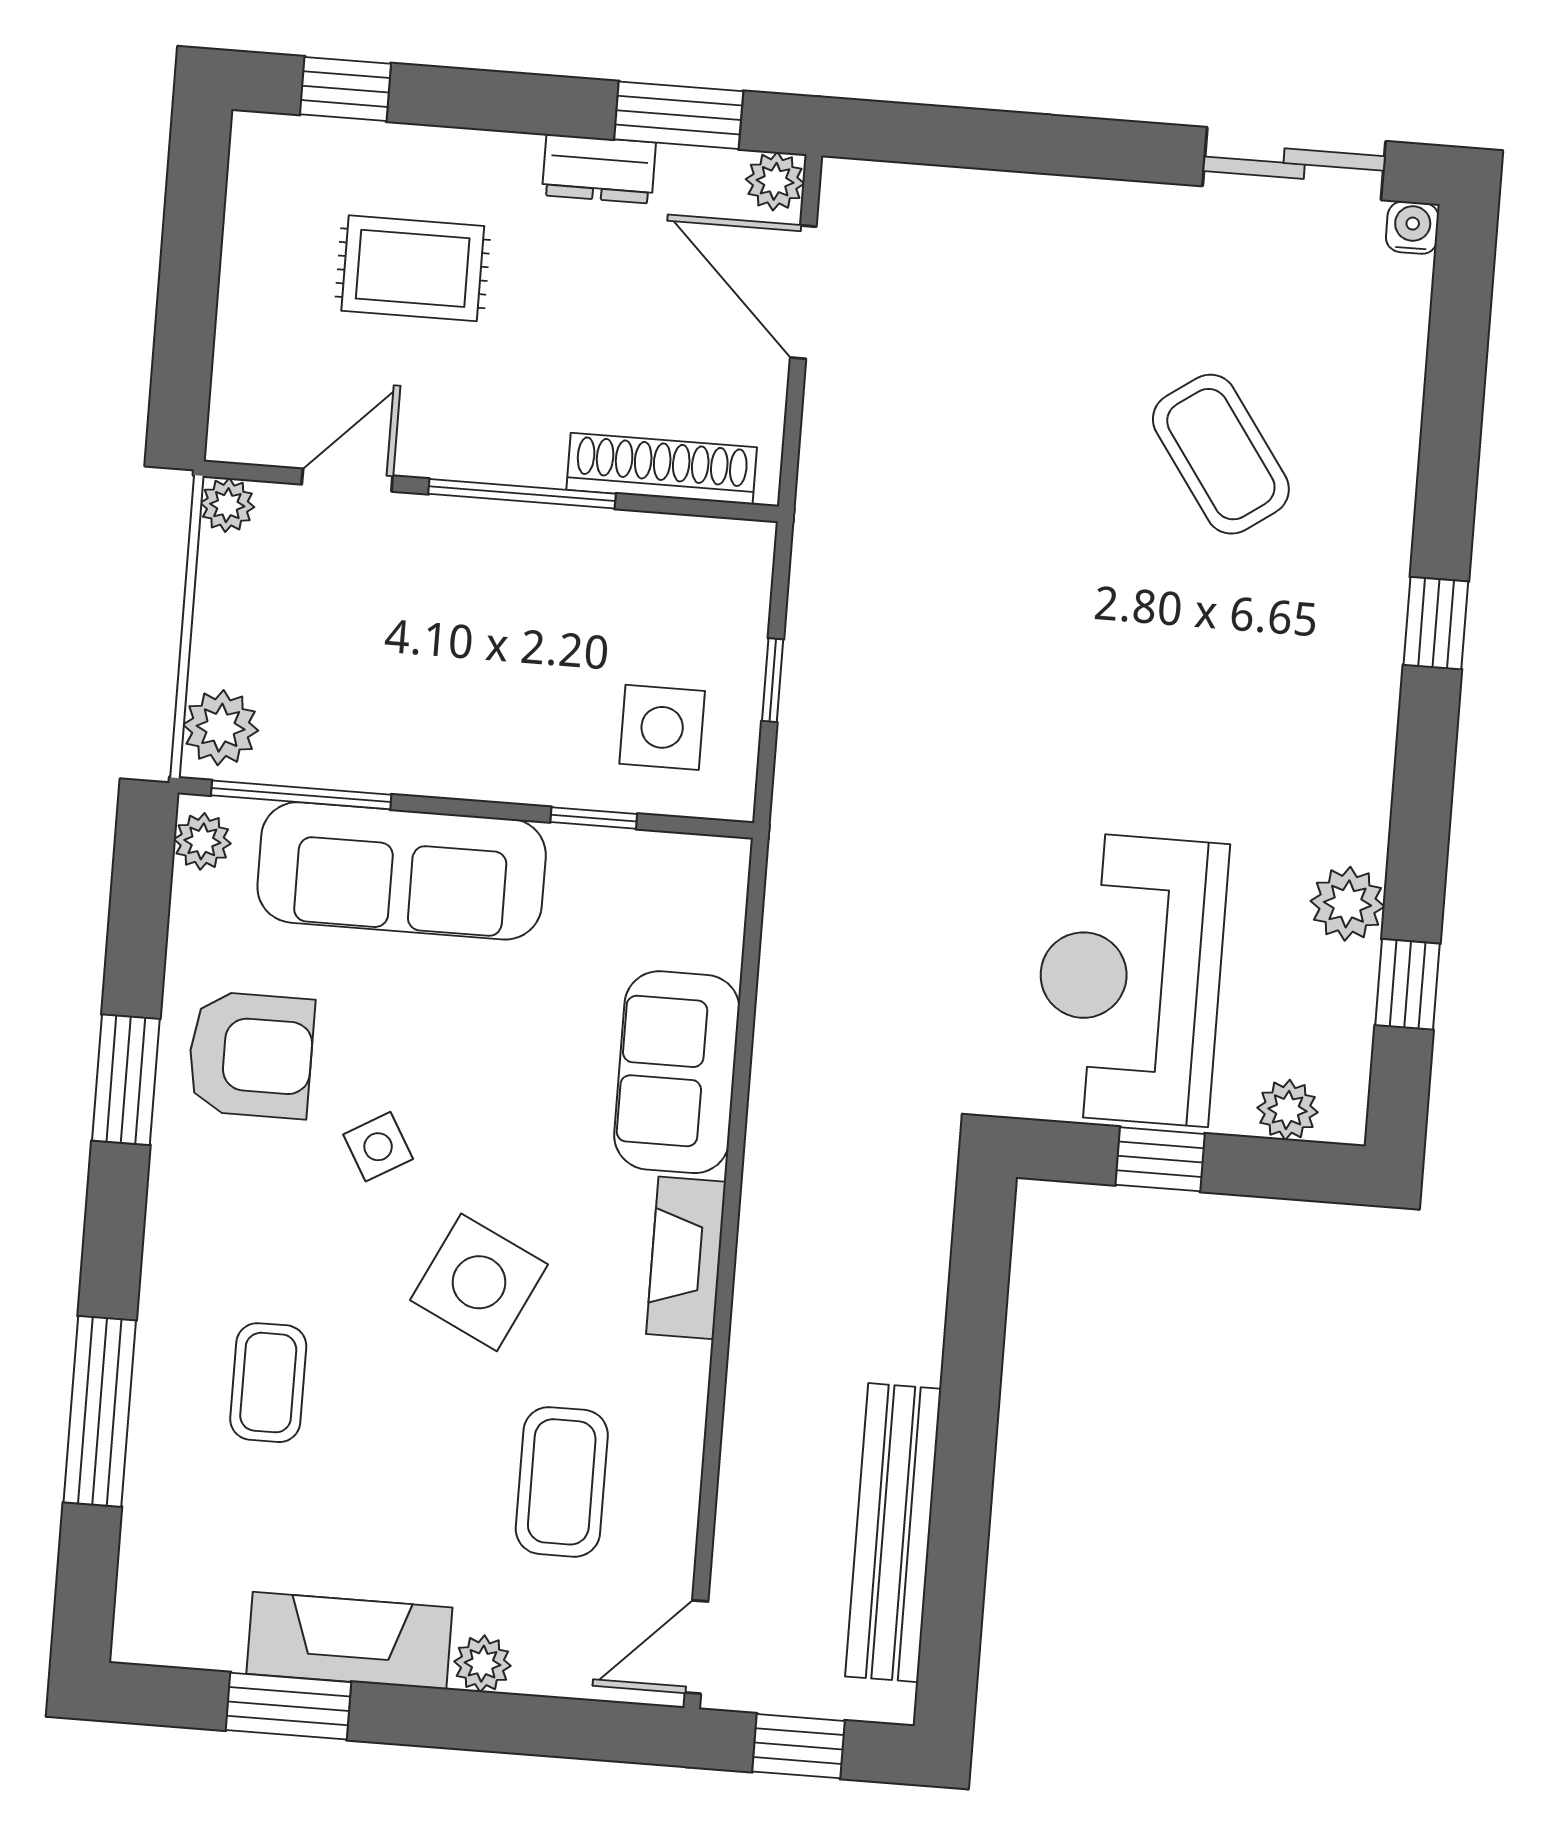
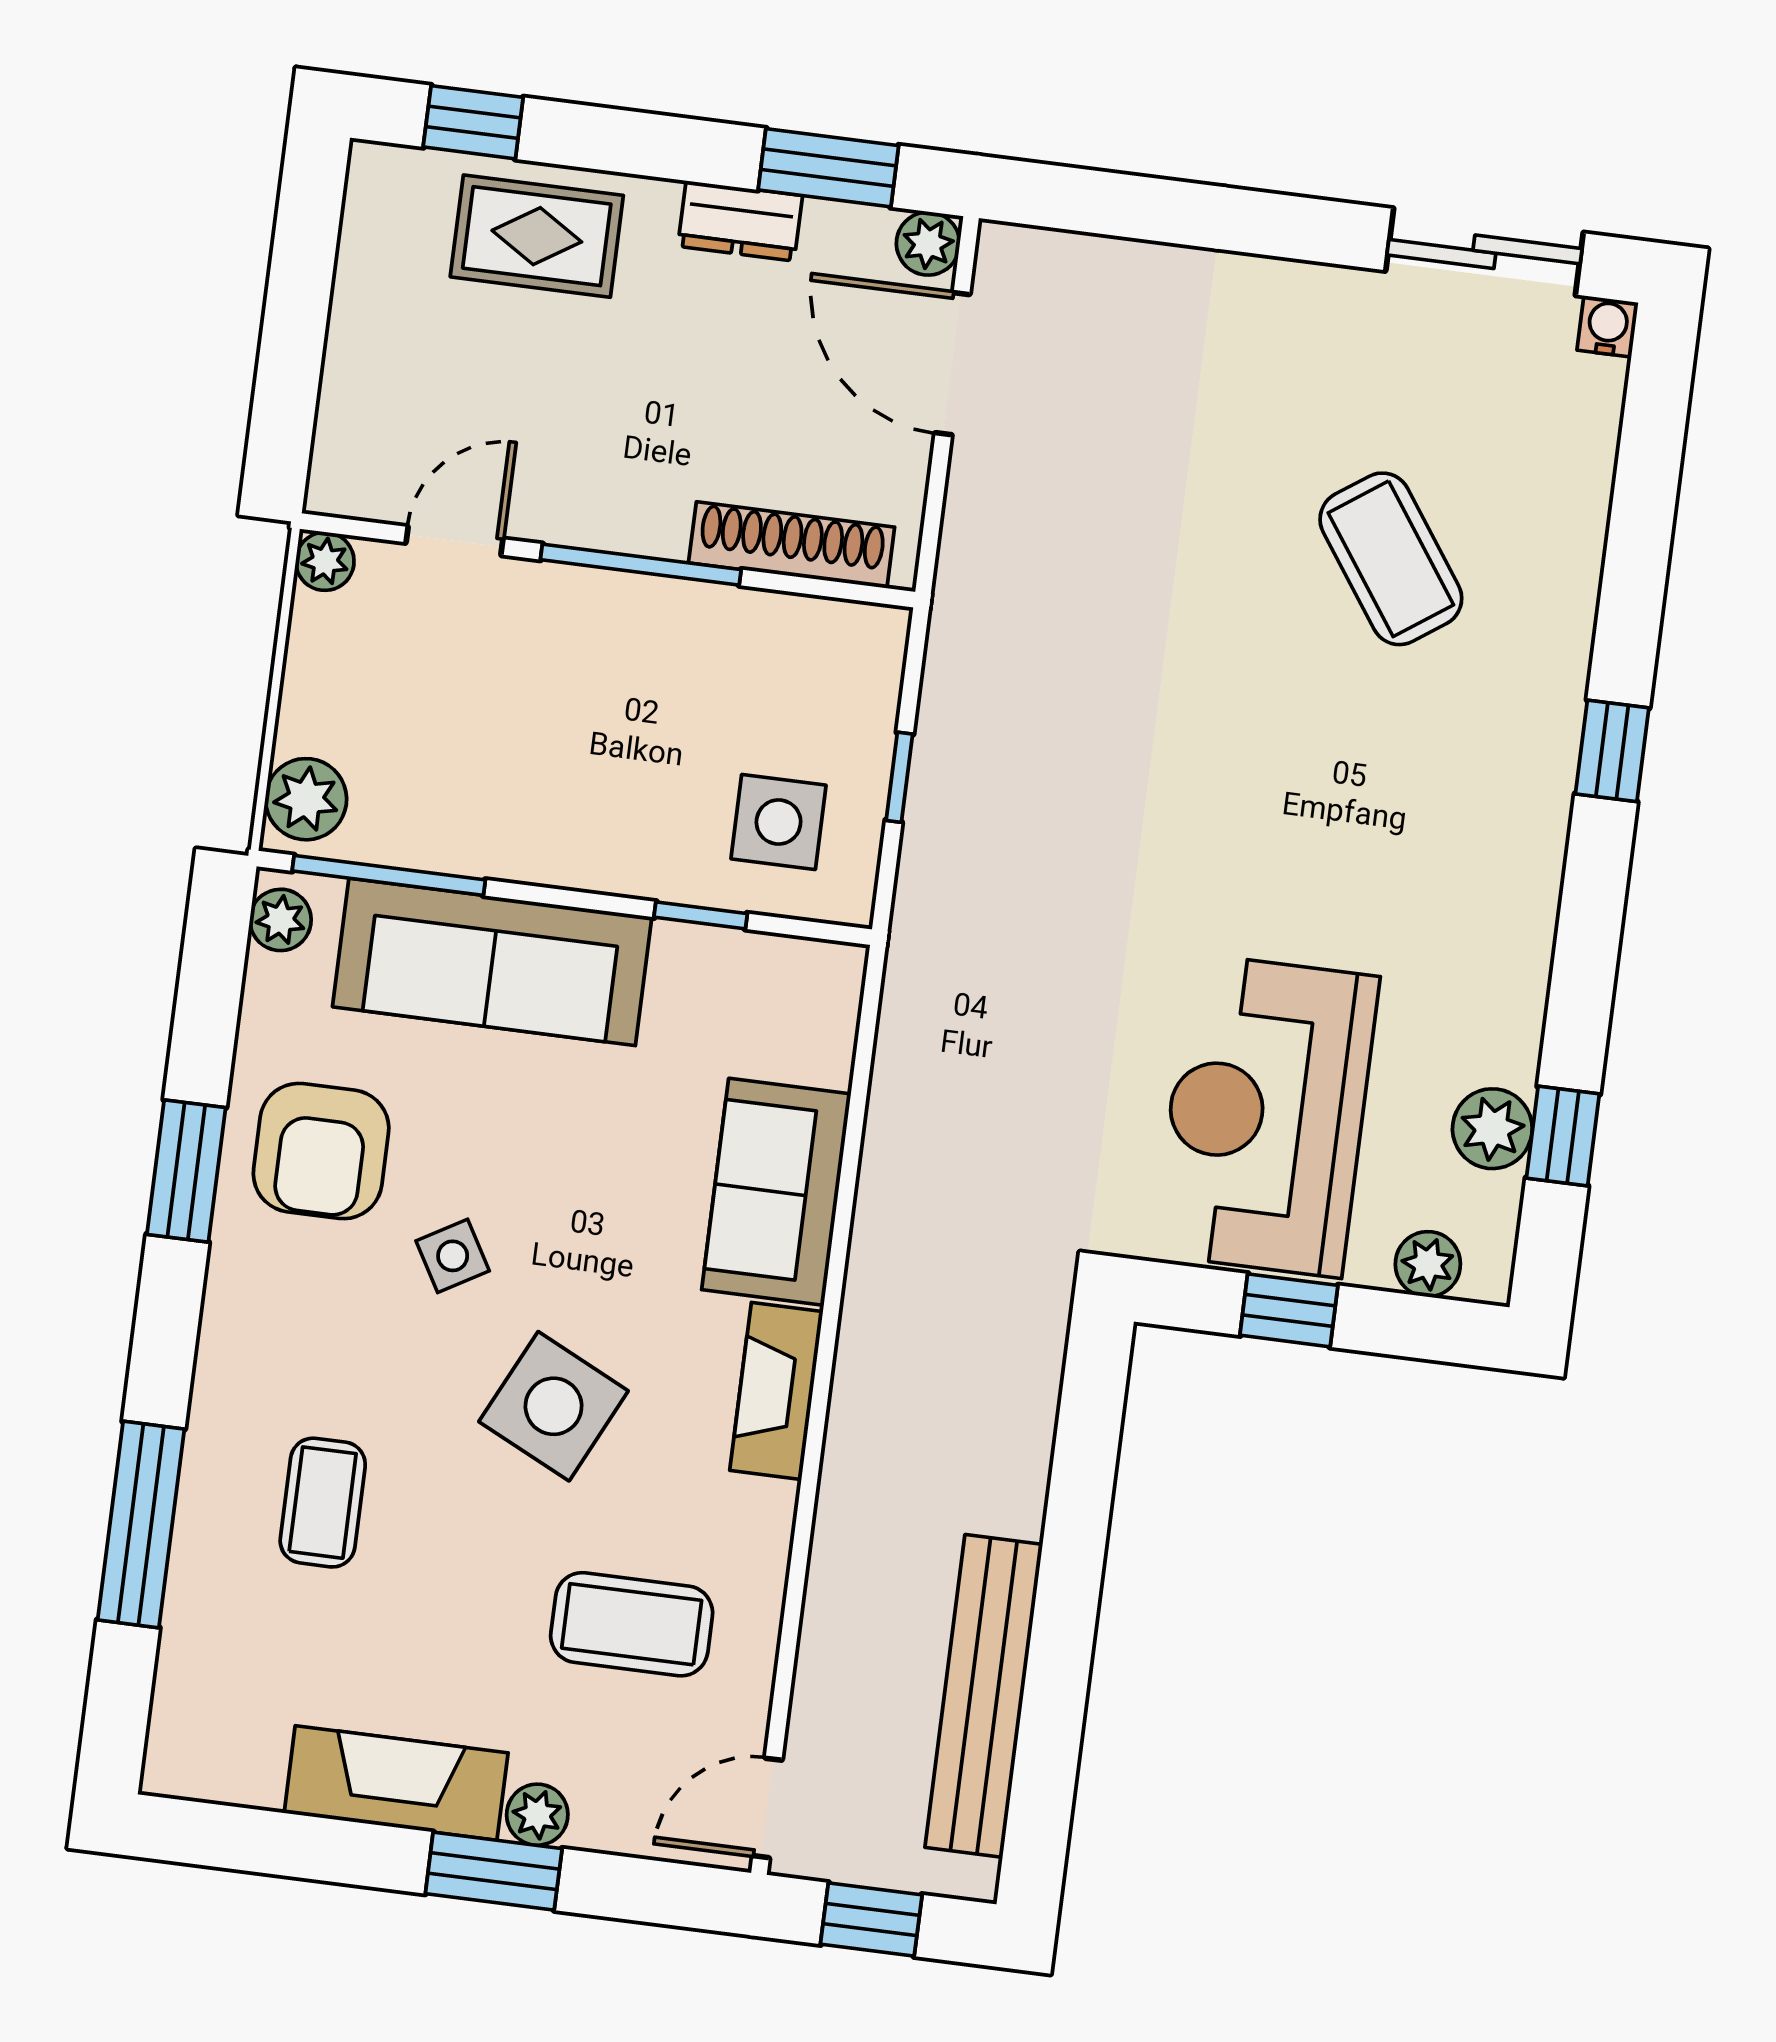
rug: (413, 268) -> (537, 236), moved
plant: (1347, 904) -> (1492, 1129), moved
armchair: (251, 1055) -> (321, 1151), turned 90
coffee table: (562, 1482) -> (632, 1624), turned 90
window: (289, 1706) -> (494, 1871), moved

